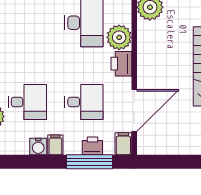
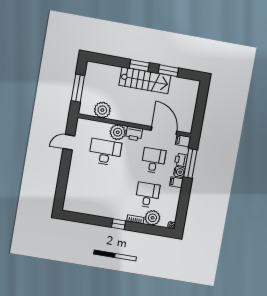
water cooler: (38, 146) -> (179, 172), moved

